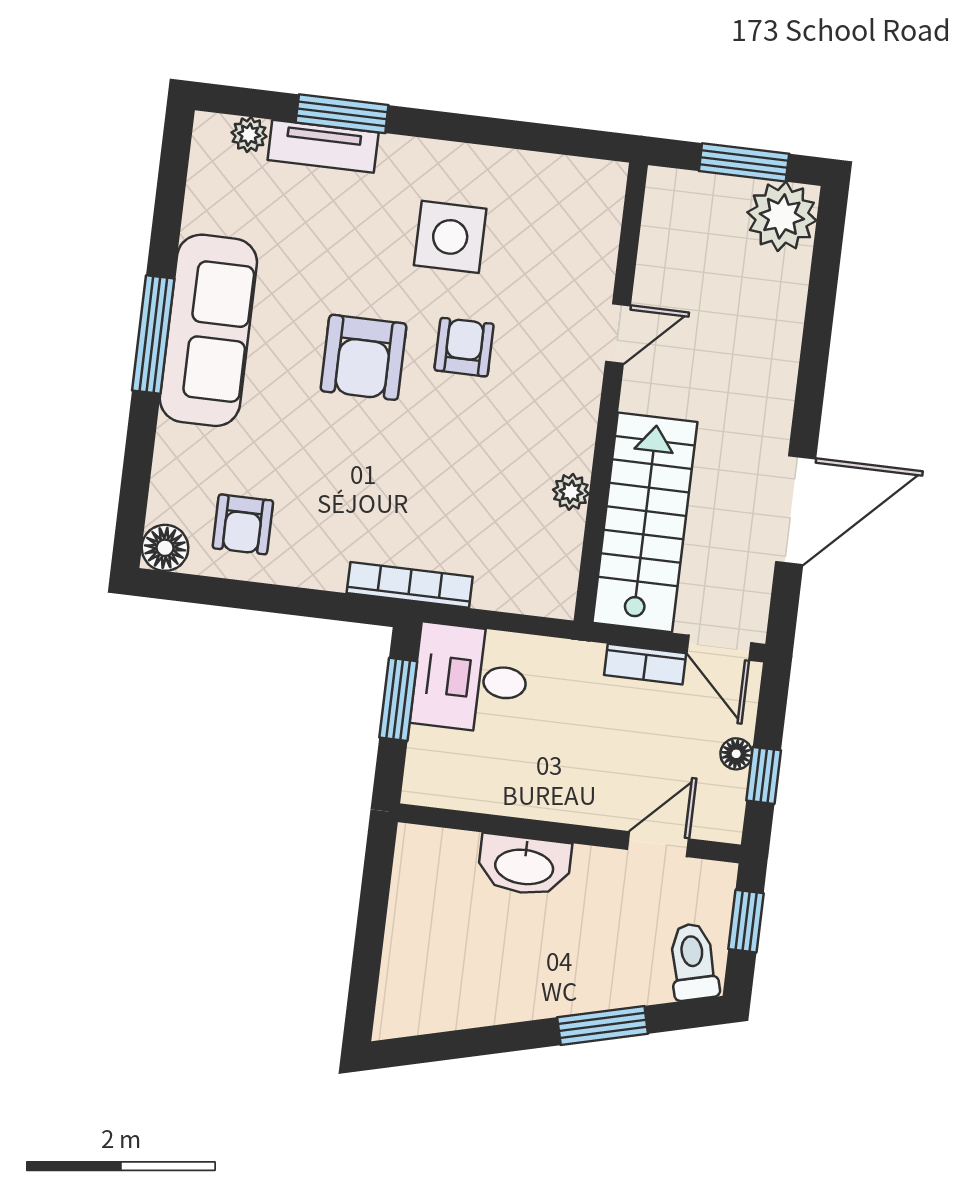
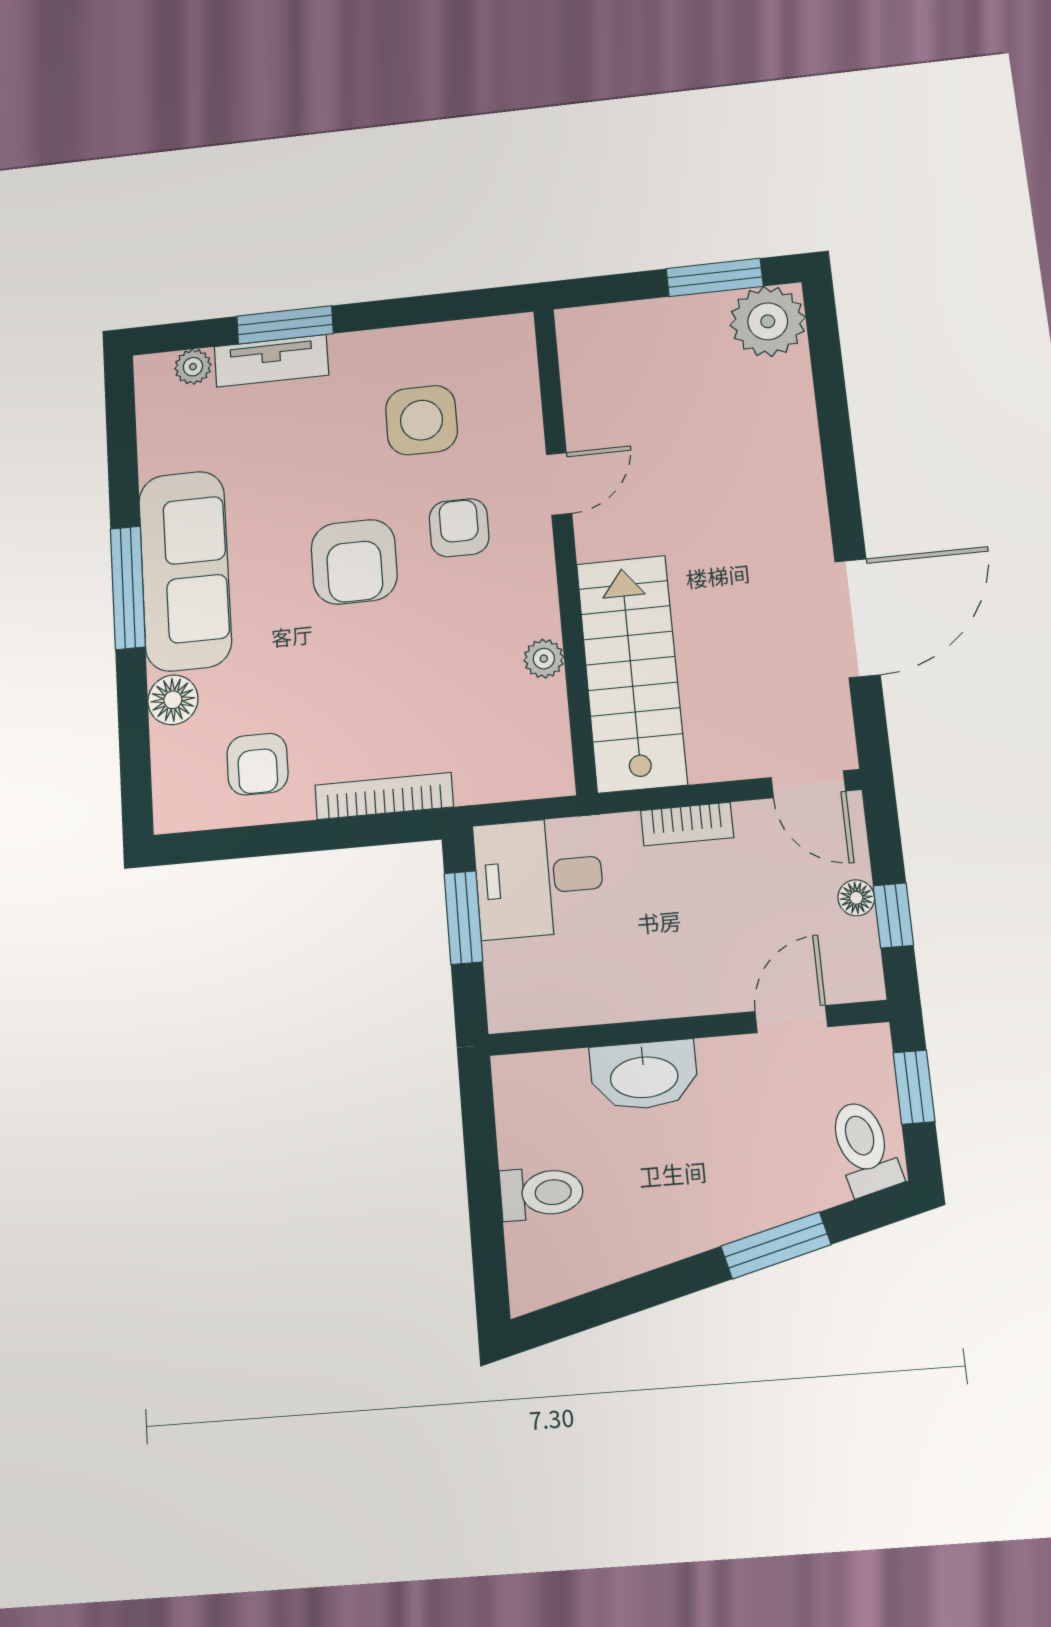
door: (618, 334) -> (559, 484), moved
wall: (611, 393) -> (565, 546), moved
plant: (571, 492) -> (544, 659), moved
stairs: (645, 522) -> (631, 673), moved
floor lamp: (165, 548) -> (173, 700), moved
bookcase: (410, 585) -> (384, 796), moved
bookcase: (645, 664) -> (687, 824), moved
toilet: (418, 945) -> (542, 1193), added

